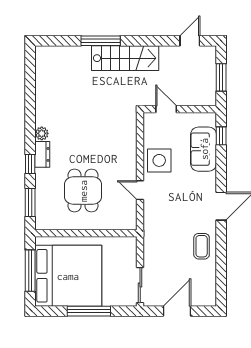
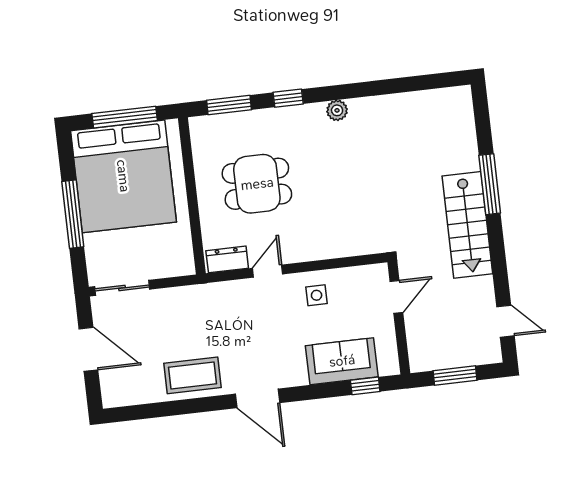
dresser: (42, 154) -> (227, 259), moved, turned 180
side table: (159, 160) -> (317, 295), width x0.54, depth x0.54
coffee table: (202, 246) -> (192, 375), width x1.36, depth x1.30

